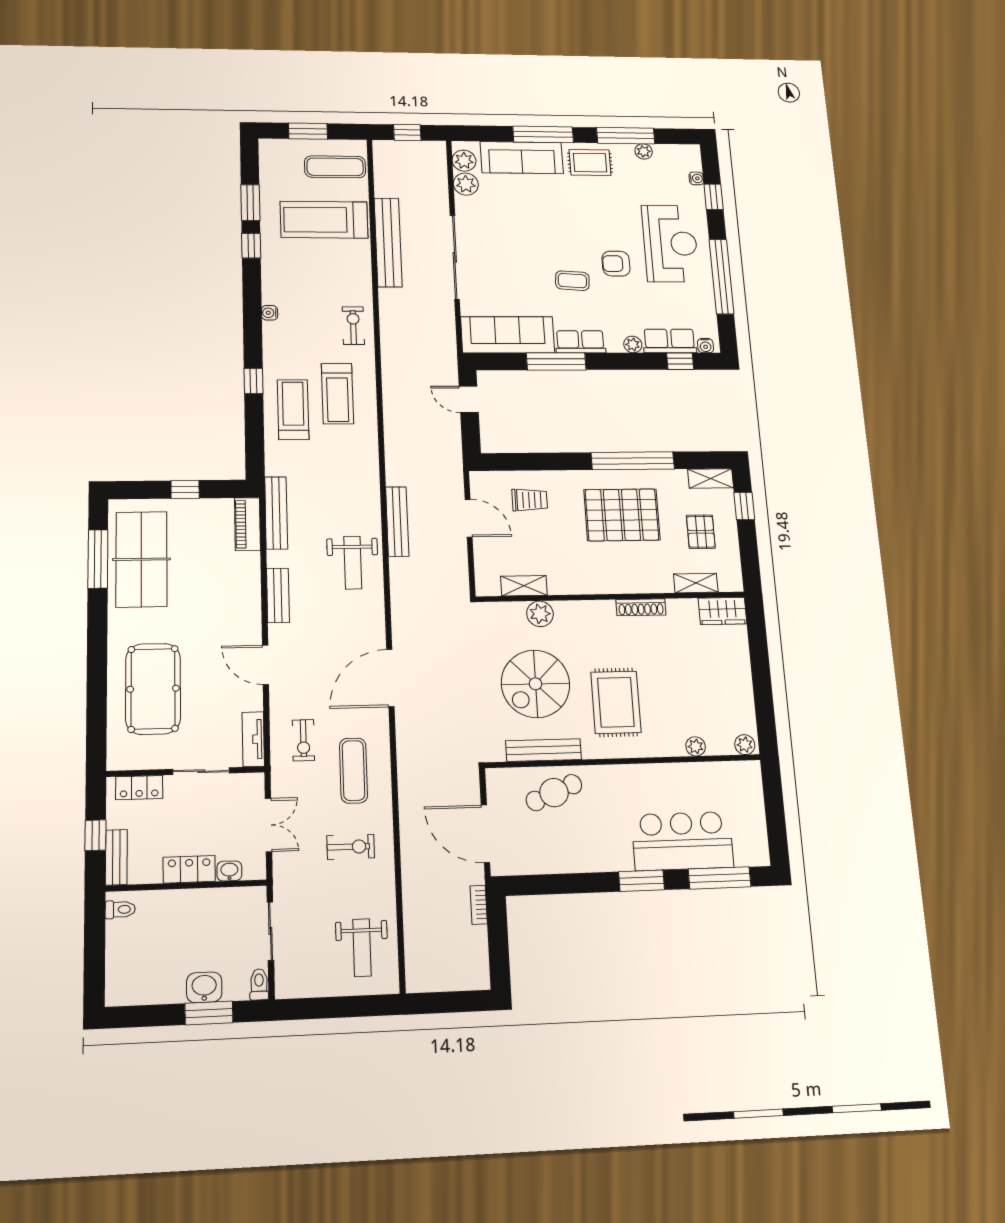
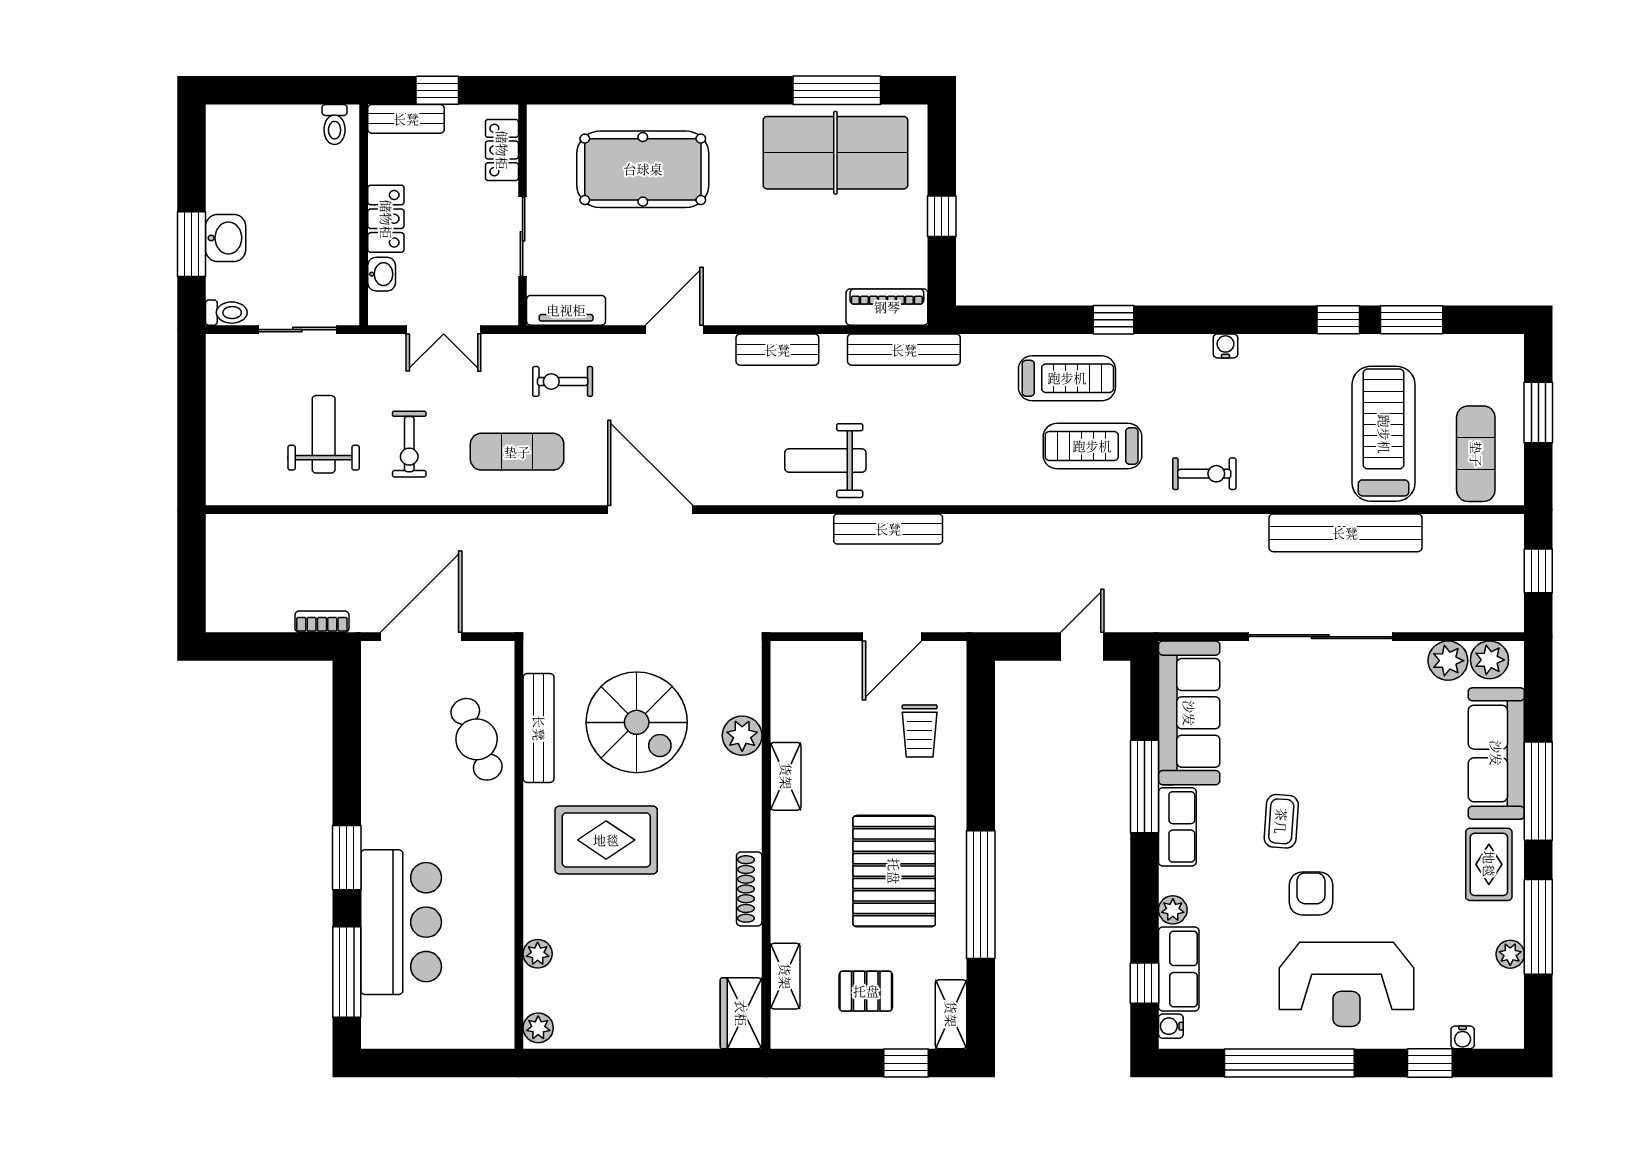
shelving: (524, 586) -> (786, 776), moved
spiral stairs: (535, 684) -> (637, 722), turned 180
weight bench: (362, 948) -> (324, 434), moved, turned 90

